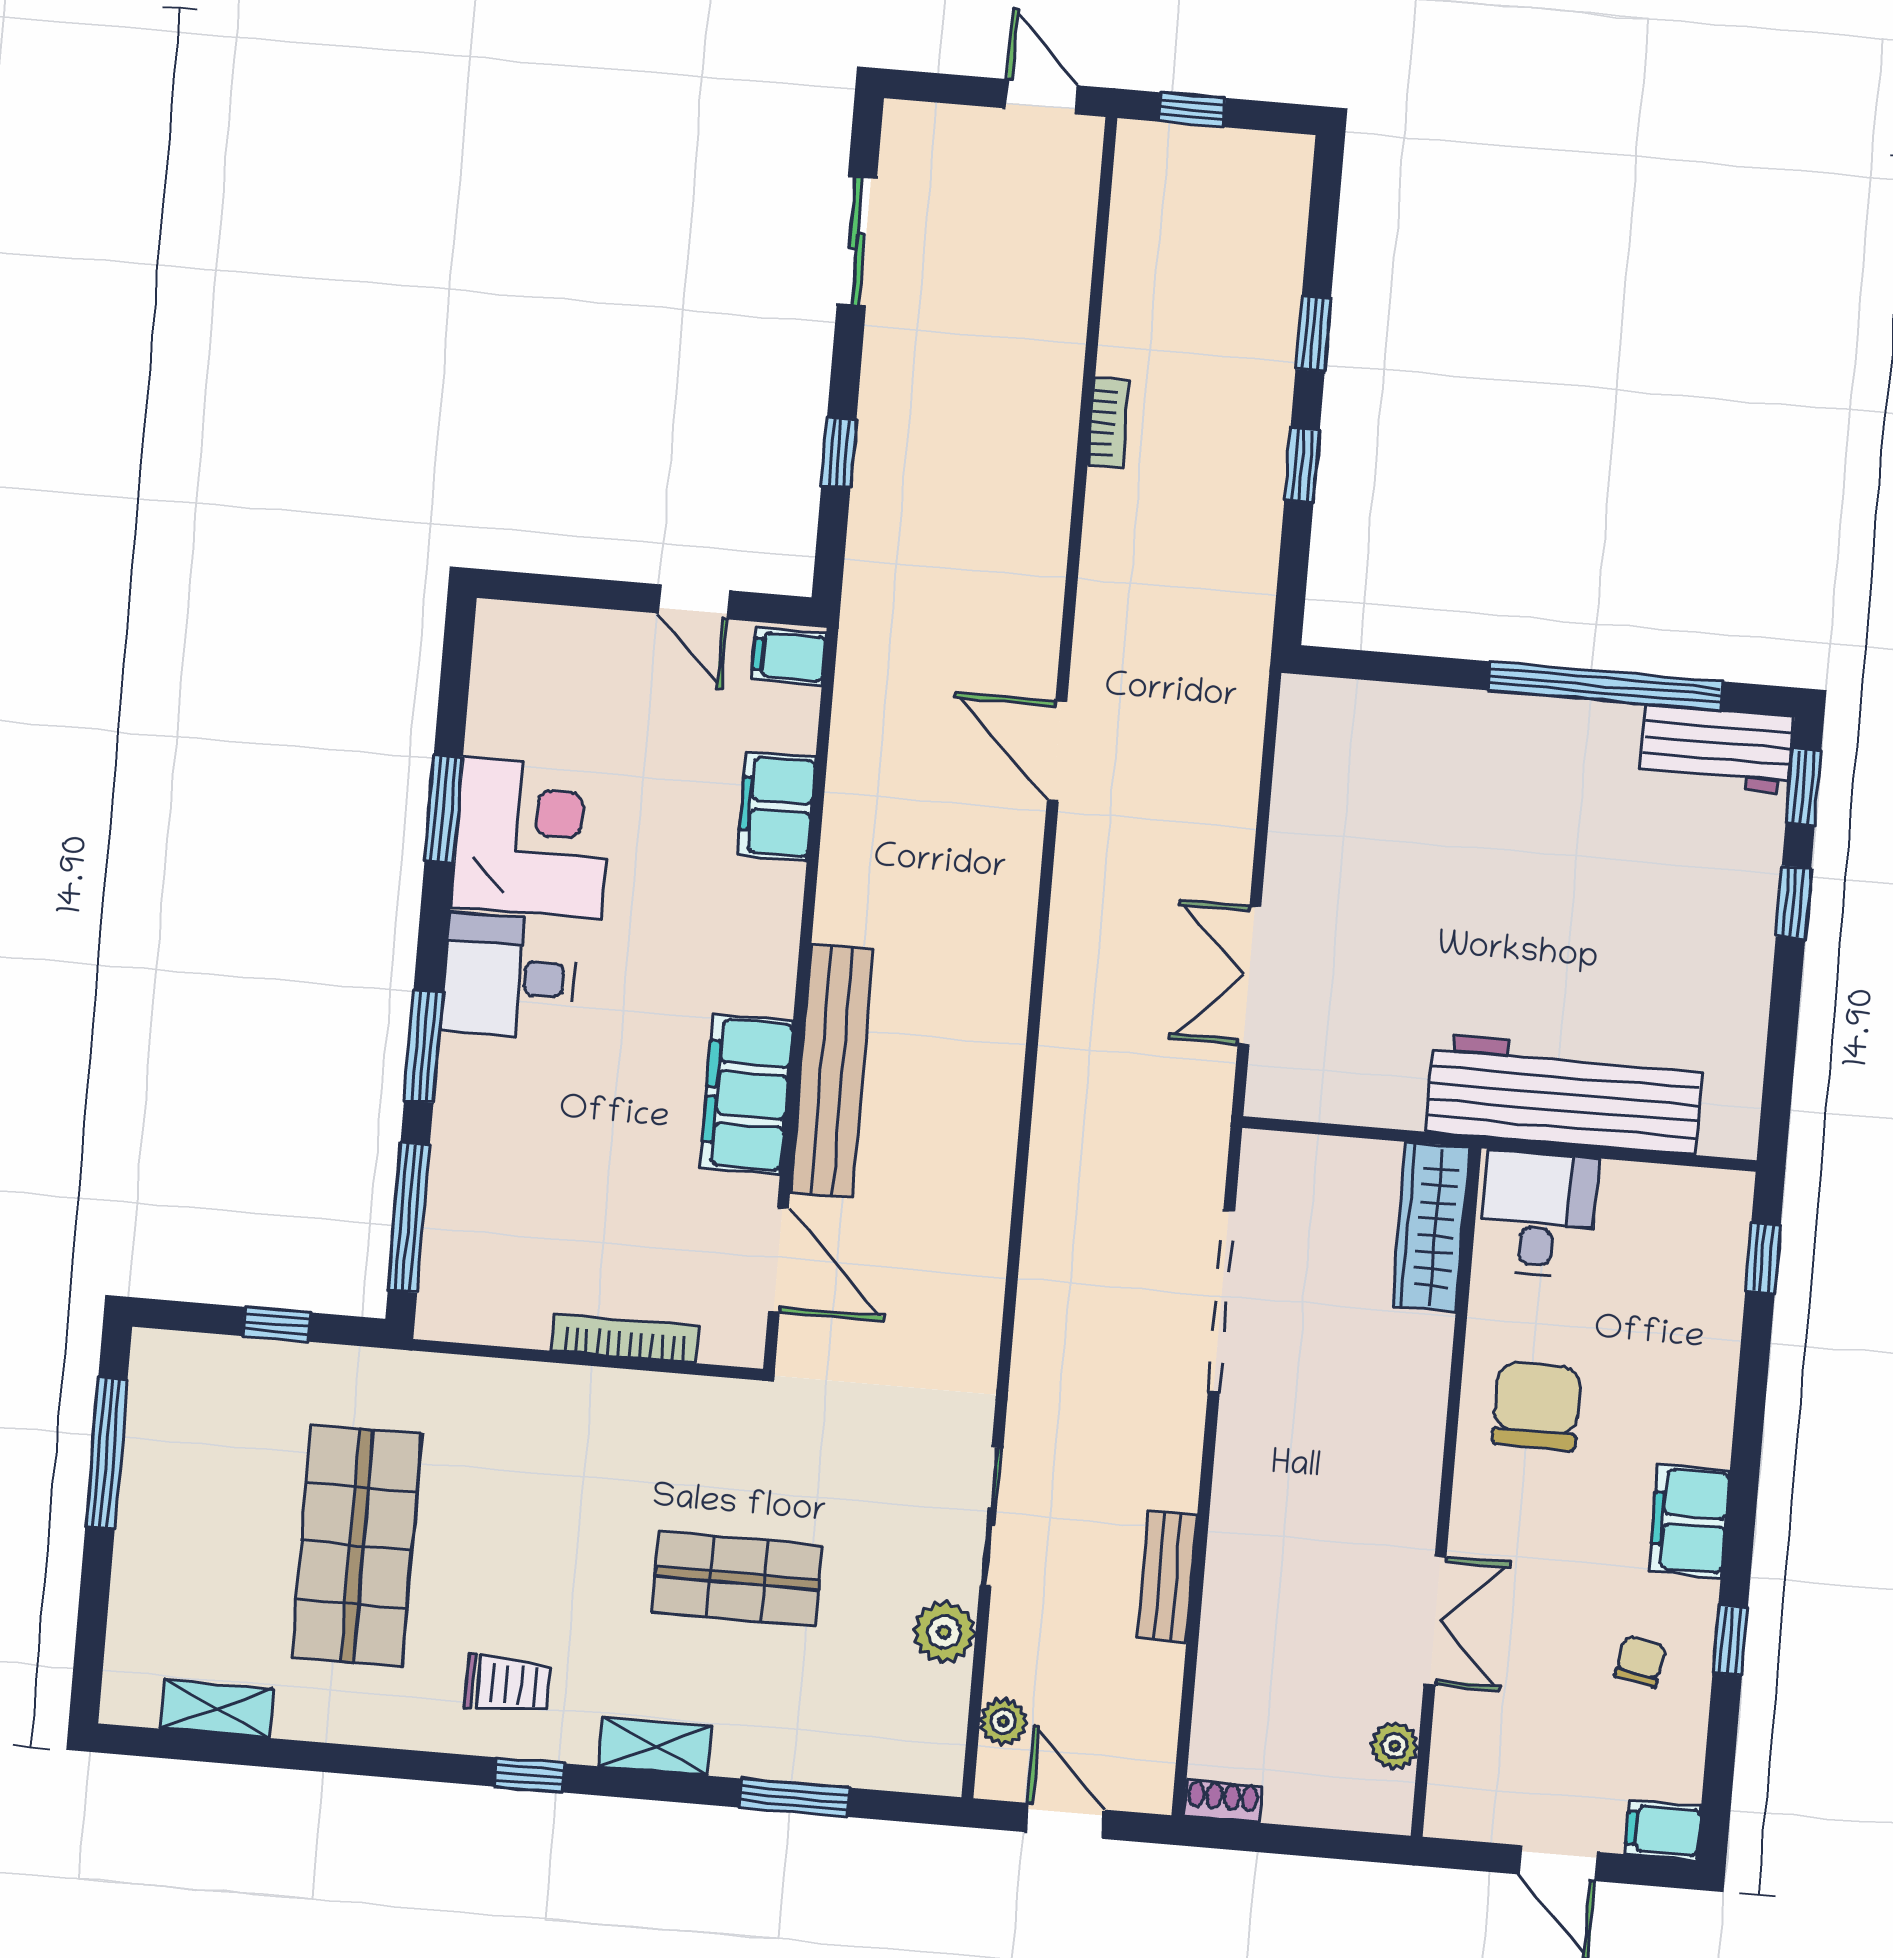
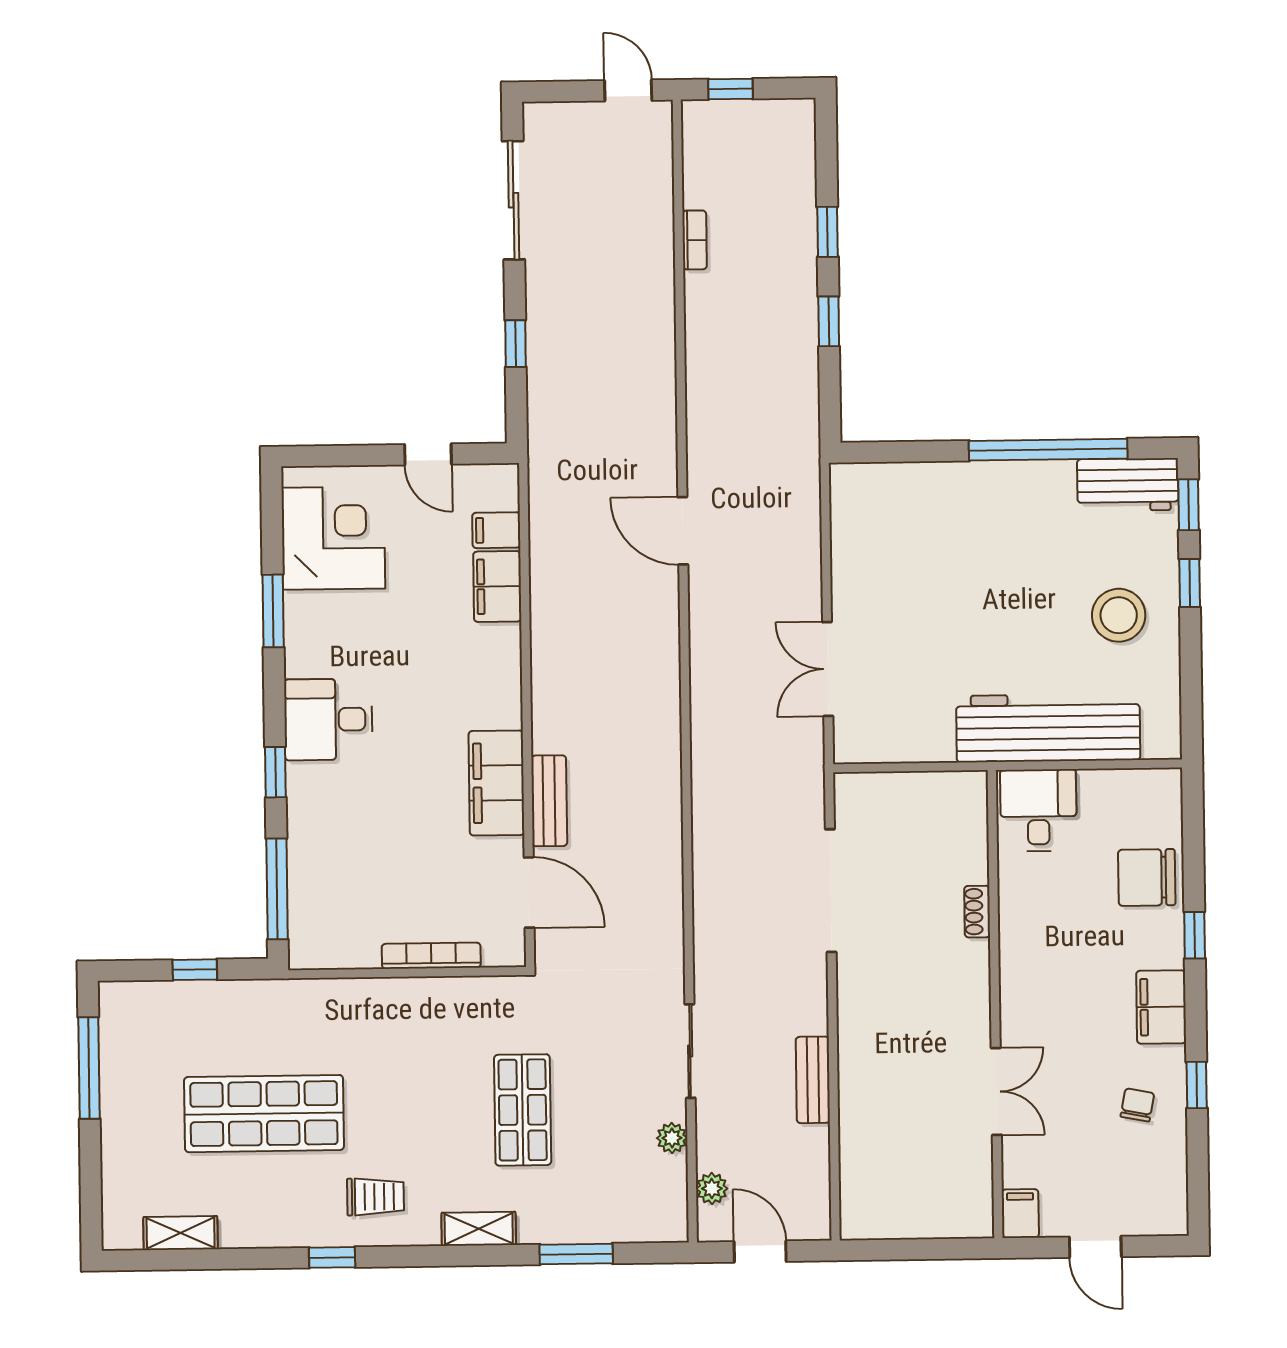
sliding door: (857, 241) -> (513, 200), width x1.37
bookcase: (1109, 423) -> (695, 240), moved
filing cabinet: (789, 656) -> (496, 530), moved
corner desk: (532, 838) -> (333, 538), moved
stool: (1685, 939) -> (1119, 615), added
window: (423, 1046) -> (275, 772), width x0.67
bench: (832, 1071) -> (549, 801), width x0.54, depth x0.82
wardrobe: (1431, 1227) -> (967, 826), removed
window: (1763, 1258) -> (1195, 935), moved
chair: (1537, 1406) -> (1147, 877), moved, turned -90
shop shelf: (357, 1546) -> (264, 1114), turned 90
shop shelf: (737, 1578) -> (523, 1110), turned 90
plant: (944, 1632) -> (672, 1138), width x0.73, depth x0.73
plant: (1395, 1746) -> (977, 1179), removed
window: (529, 1775) -> (332, 1257), moved
shoe rack: (1223, 1801) -> (977, 912), moved, turned -90
filing cabinet: (1663, 1830) -> (1020, 1214), moved, turned 90

